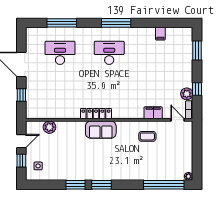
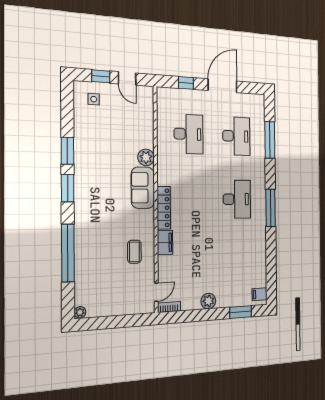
filing cabinet: (160, 34) -> (260, 294), moved
window: (197, 89) -> (195, 316), removed
desk: (60, 93) -> (189, 134), added
plant: (187, 94) -> (208, 301), moved
filing cabinet: (153, 113) -> (165, 242), moved
locker: (96, 114) -> (164, 208), moved
plant: (49, 127) -> (146, 157), moved
window: (164, 185) -> (68, 253), moved

